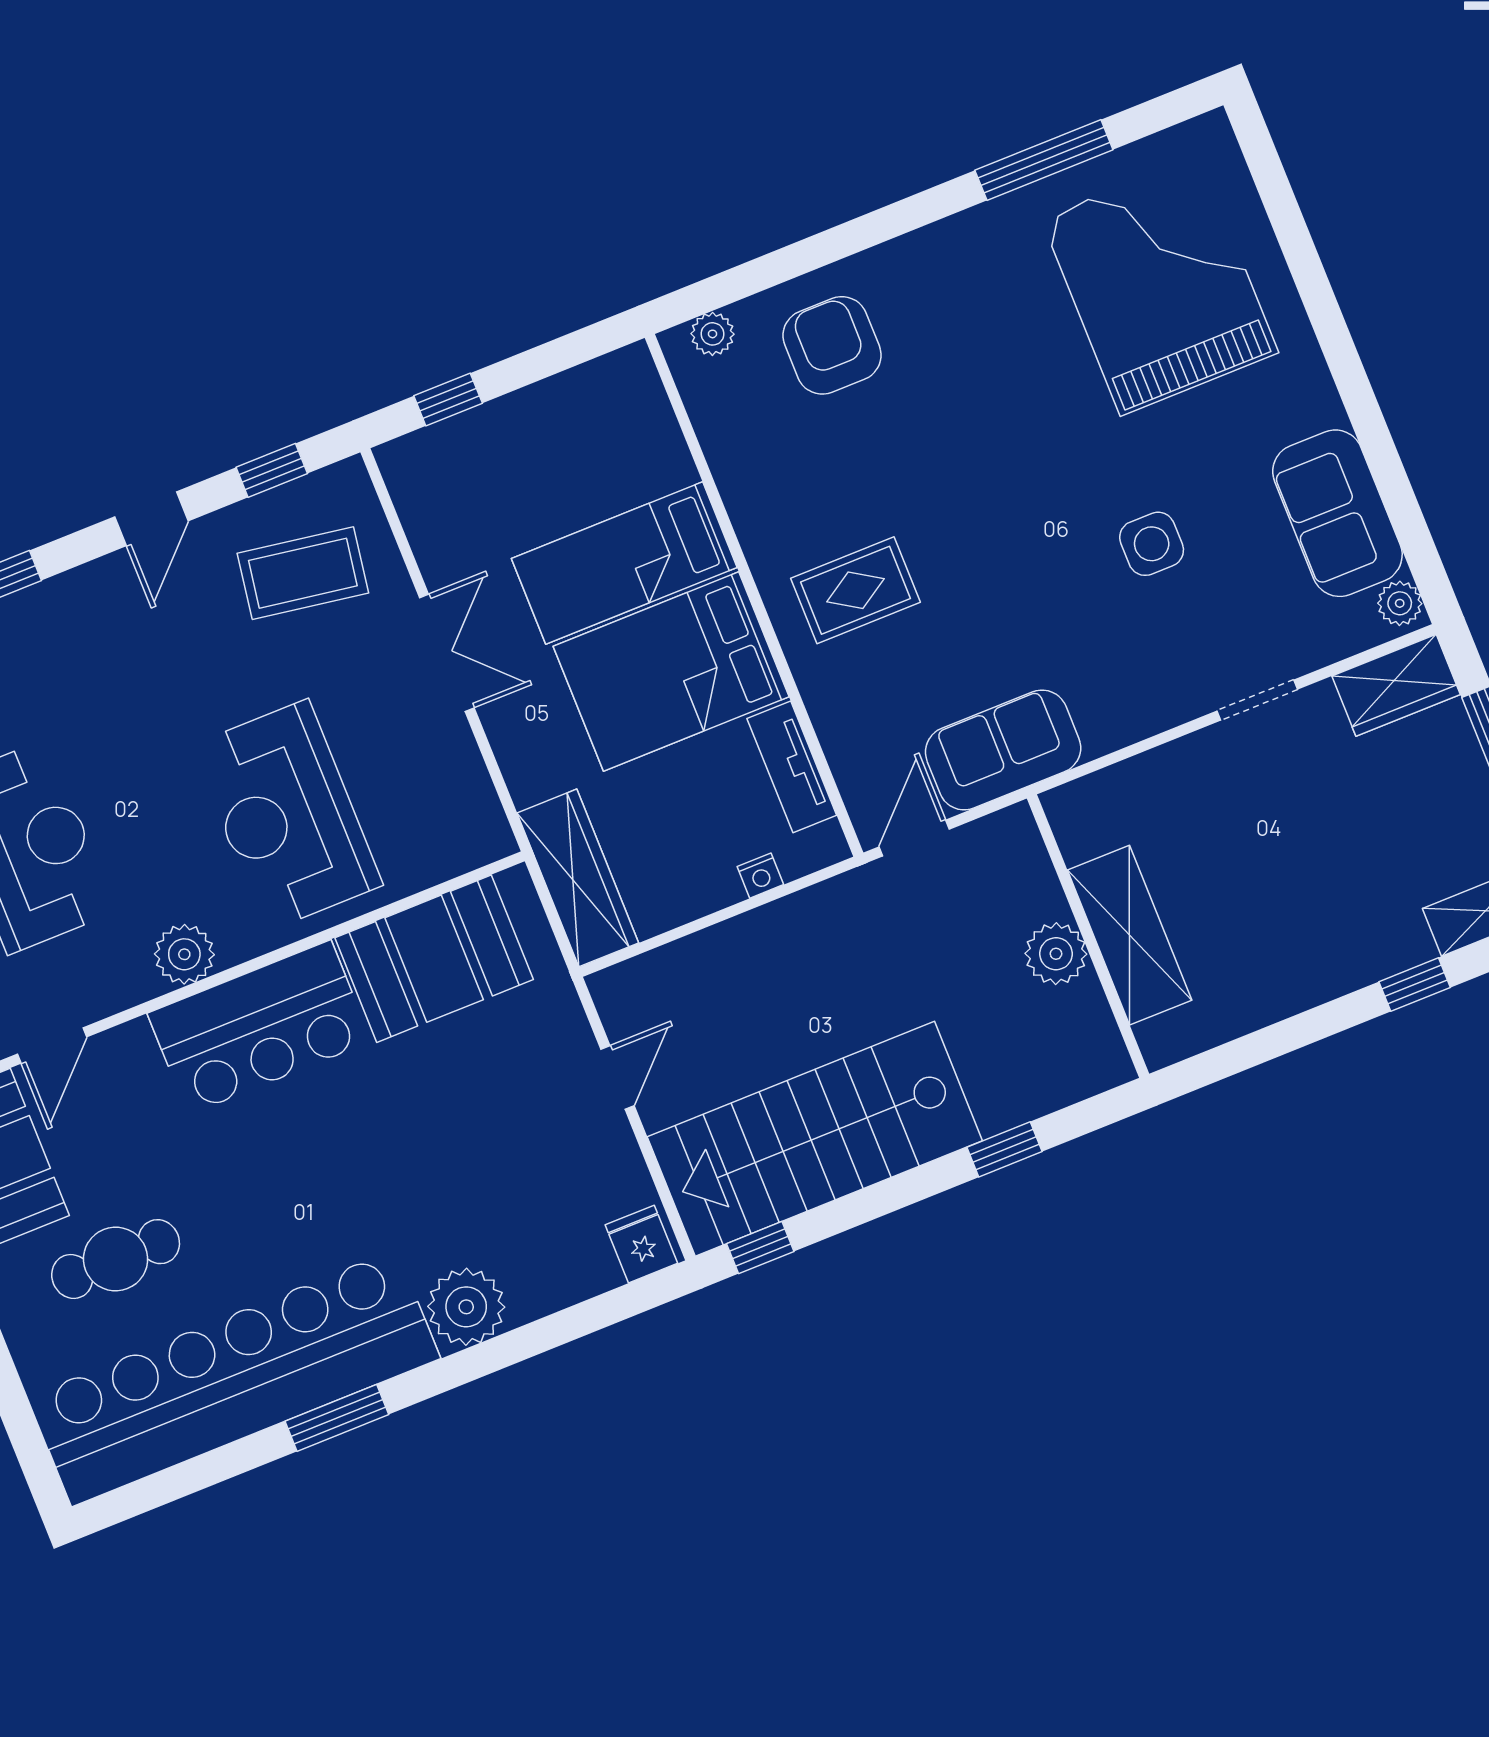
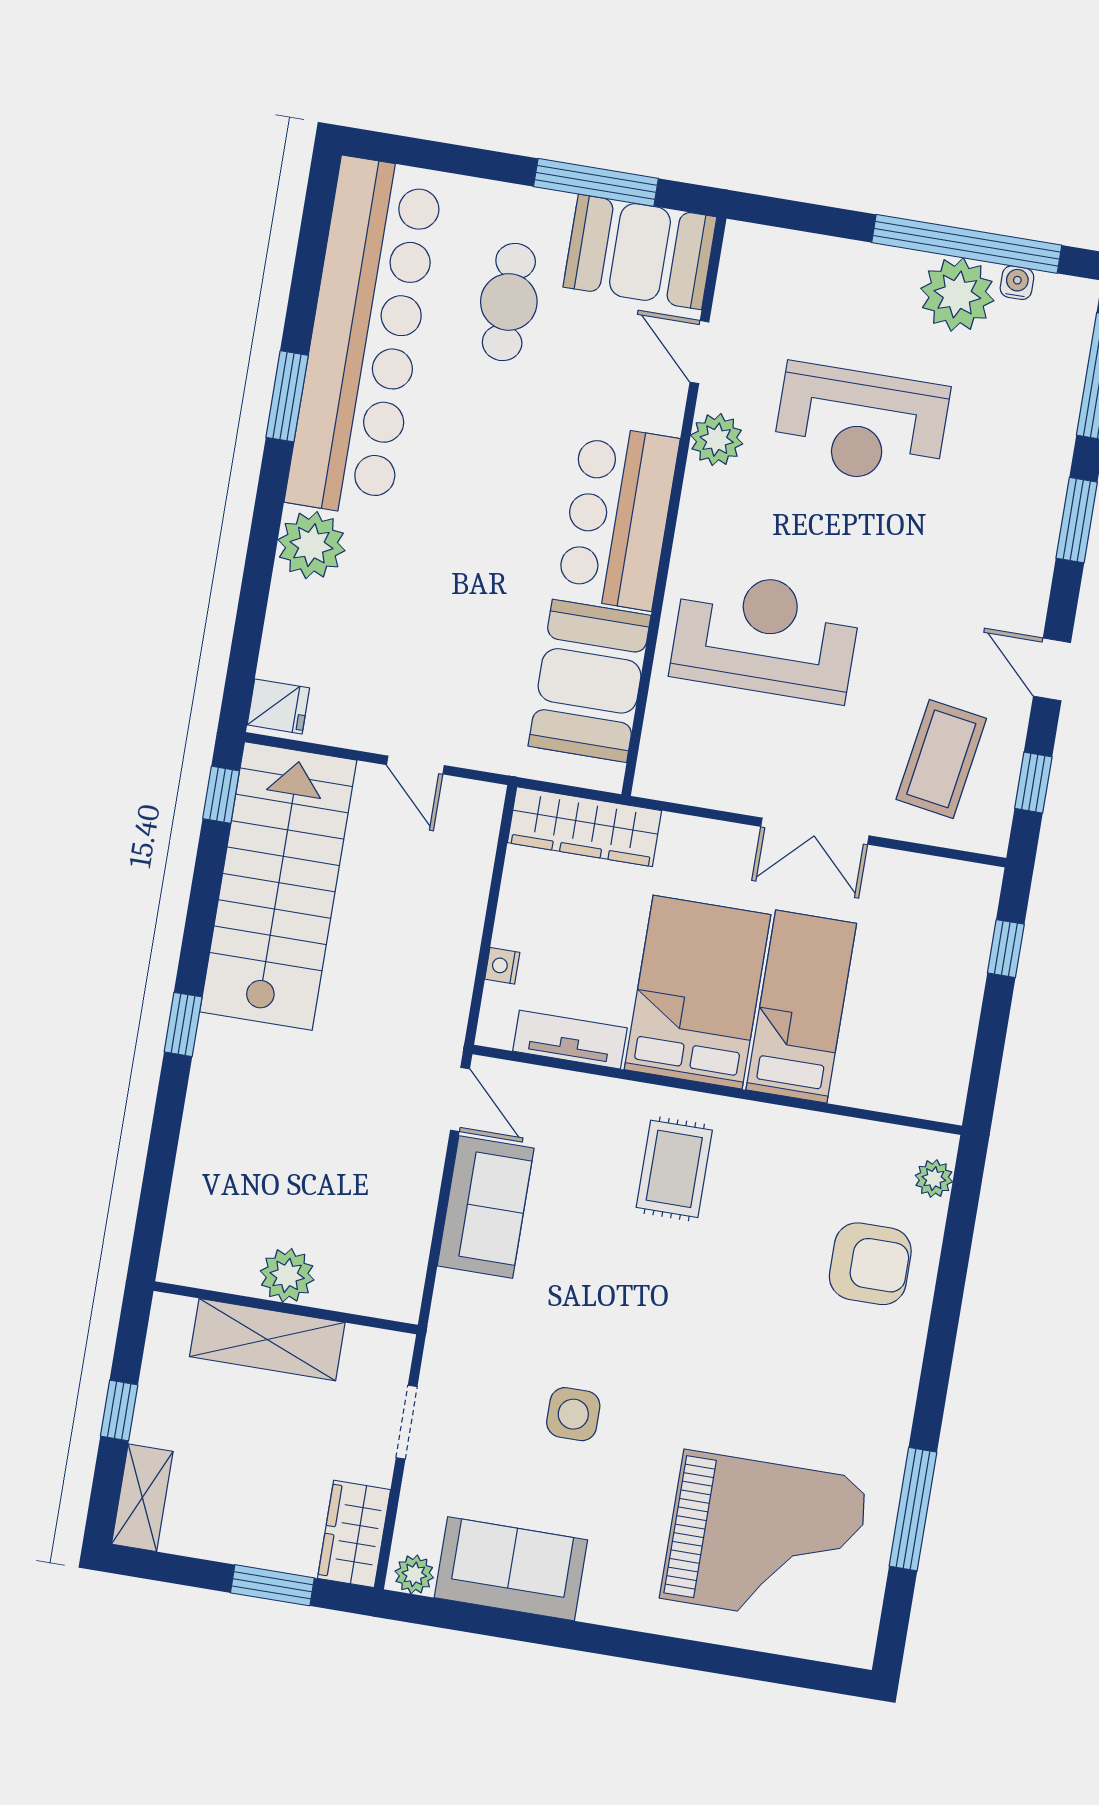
shelving: (1130, 935) -> (267, 1340), moved
wall: (1088, 936) -> (286, 1308), moved
plant: (184, 954) -> (717, 440), moved
plant: (1056, 954) -> (287, 1275), moved

